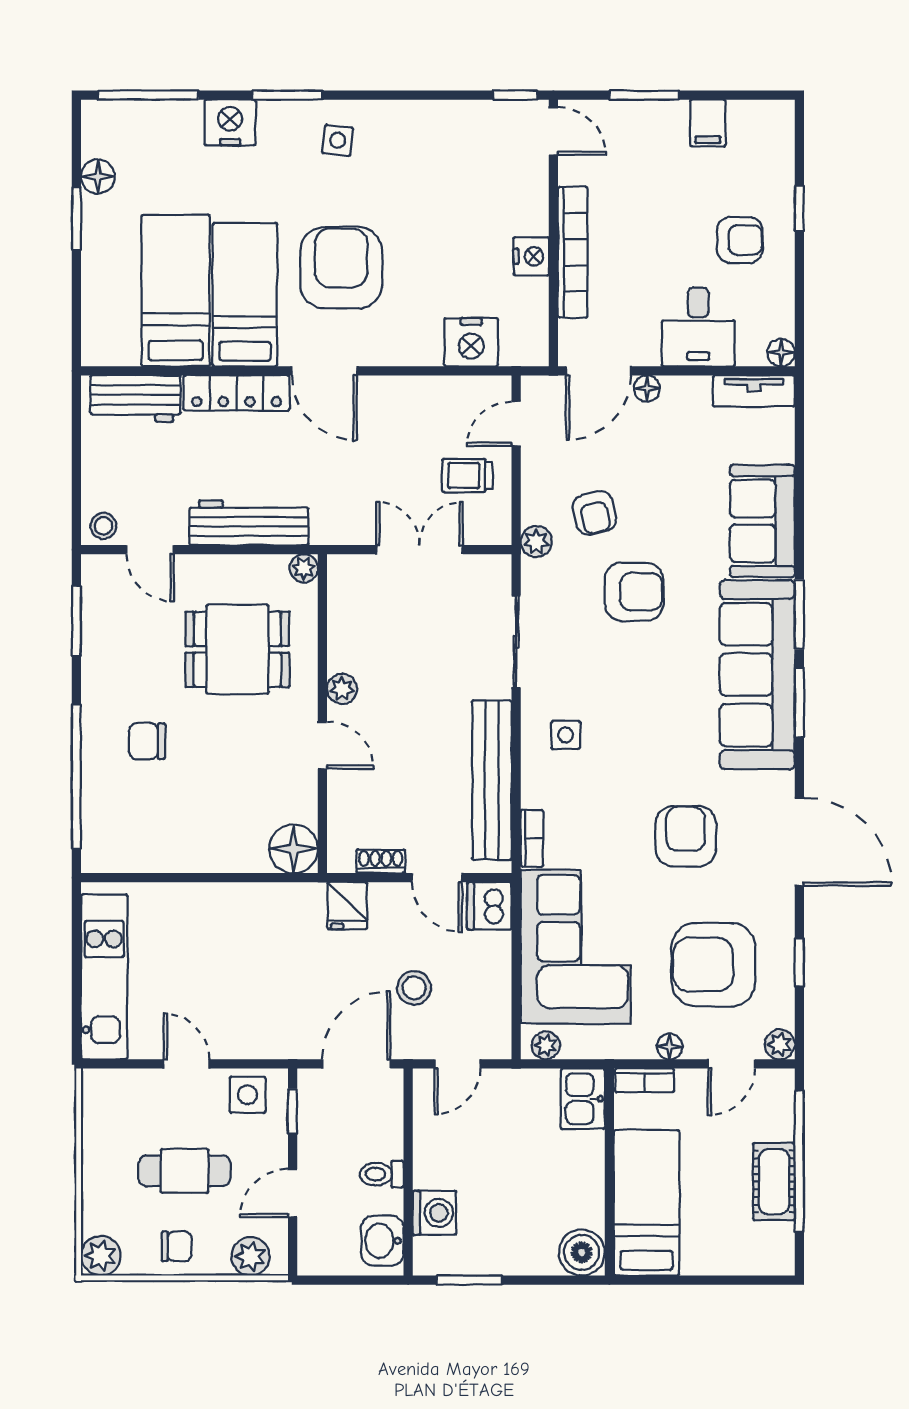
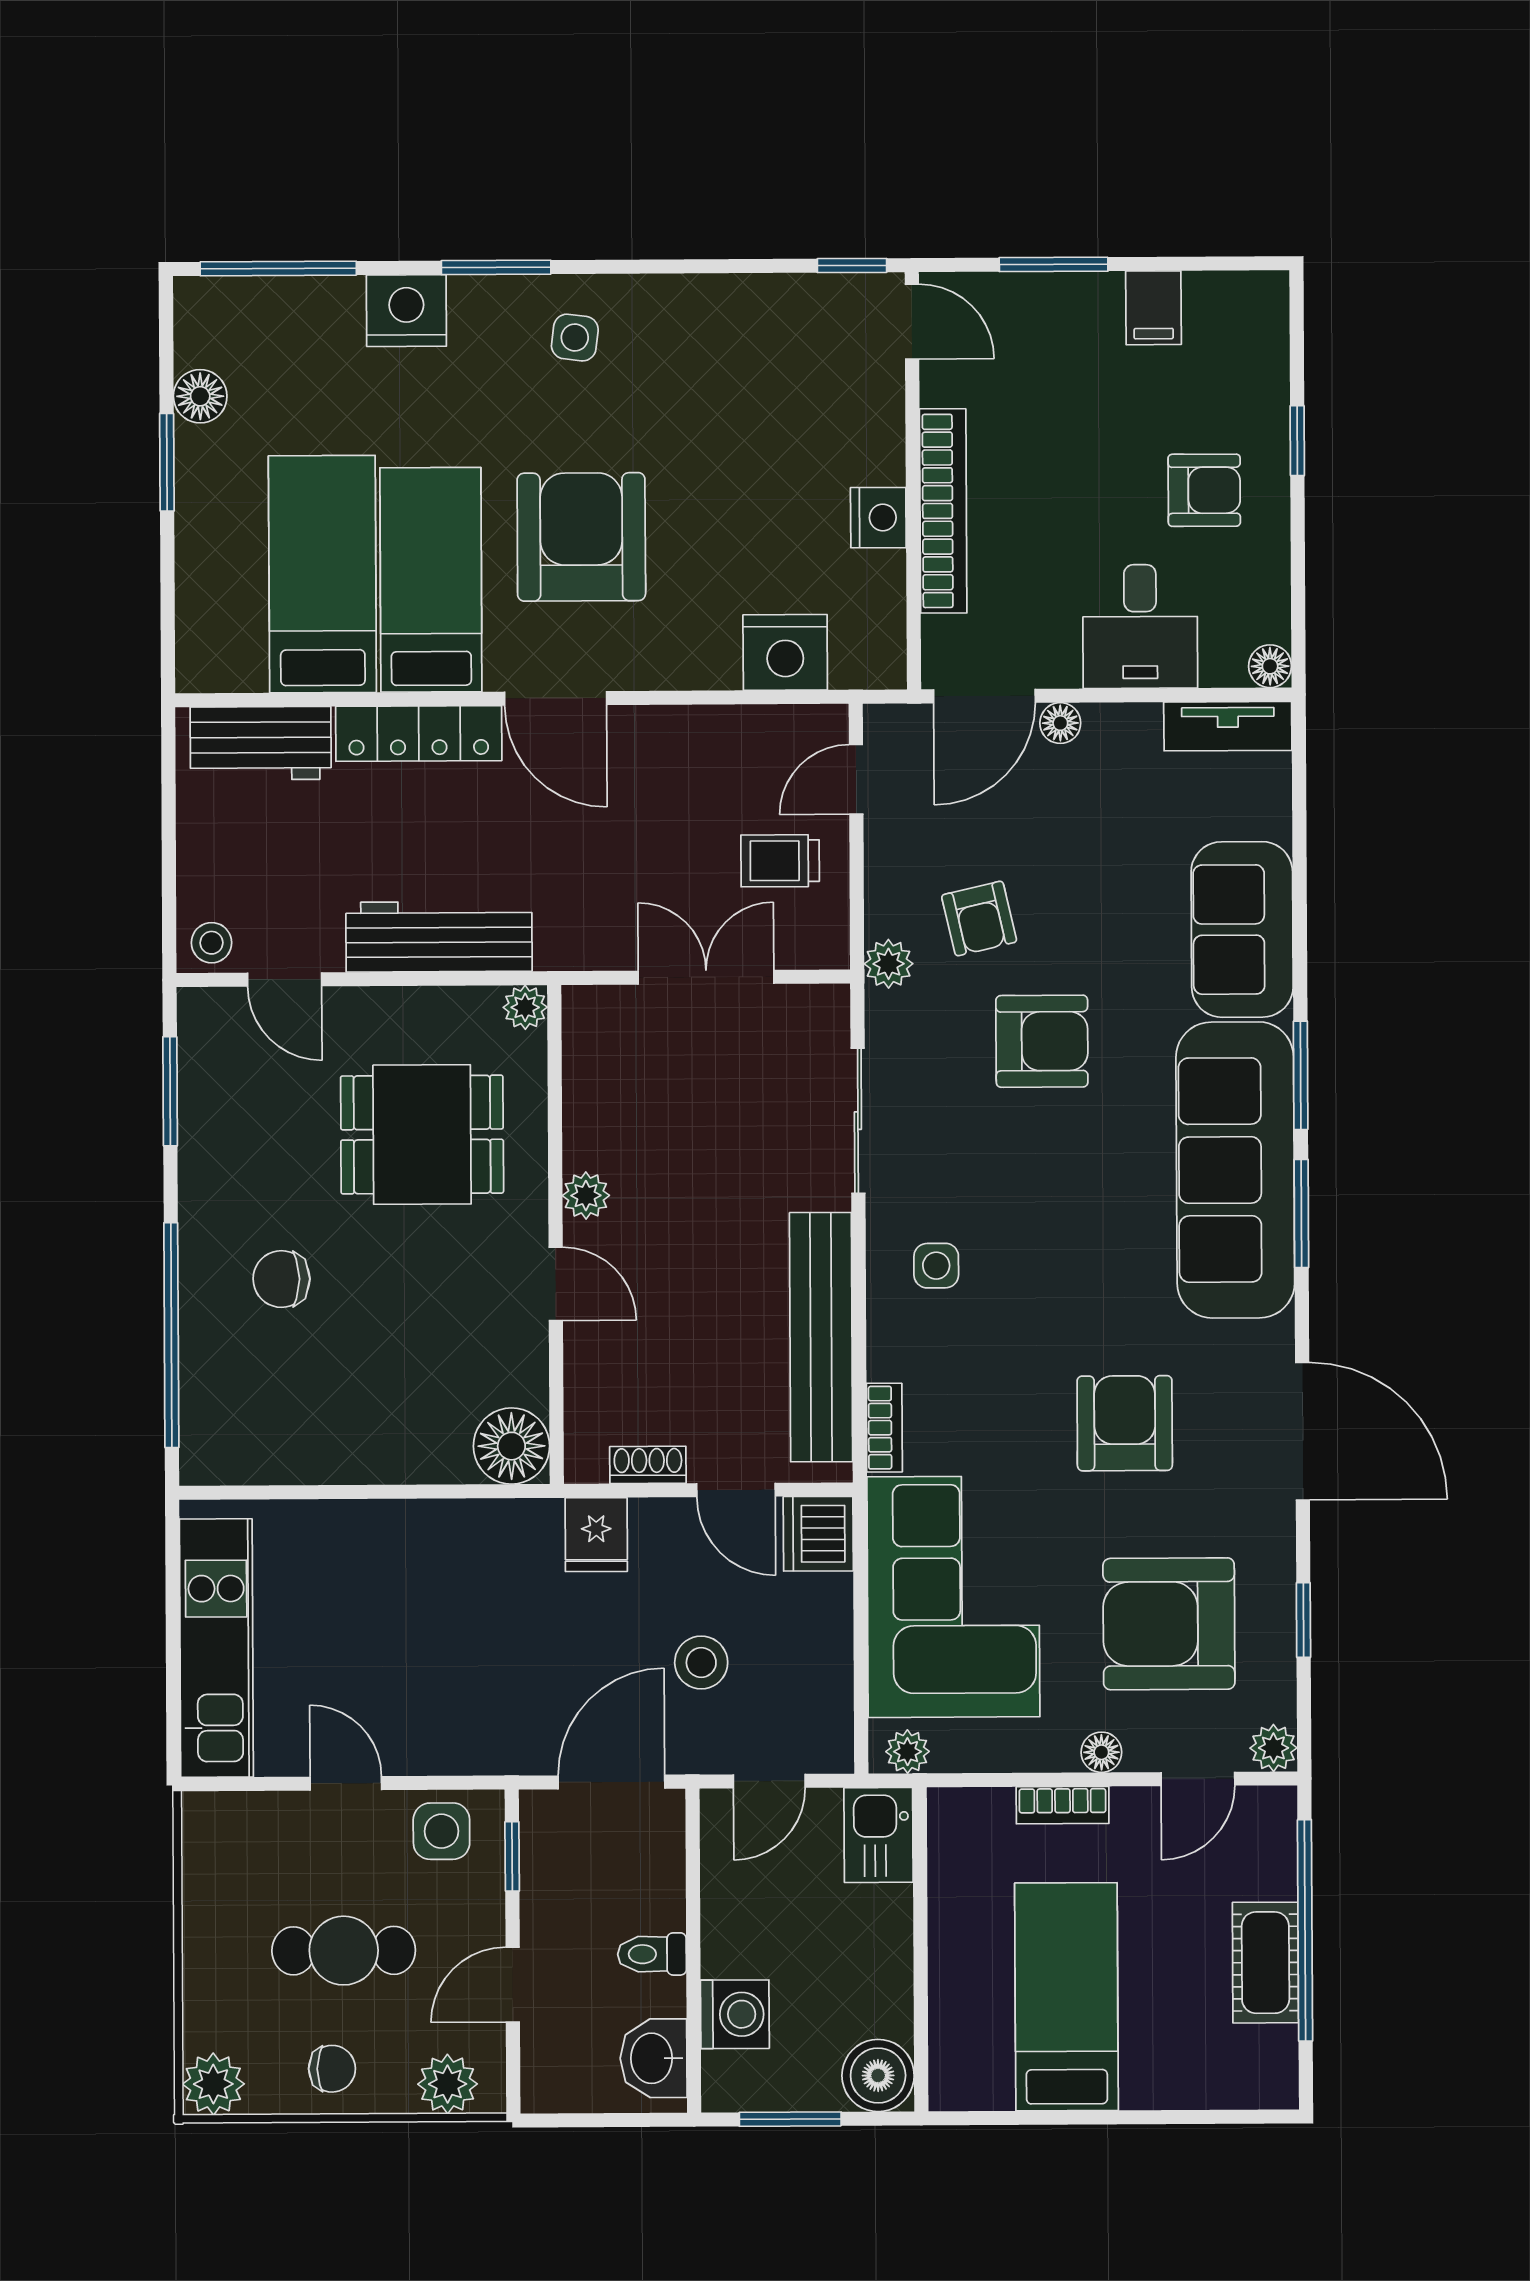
kitchen sink: (583, 1099) -> (879, 1835), moved
wall: (609, 1172) -> (921, 1949), moved
boiler: (582, 1252) -> (878, 2076), moved

